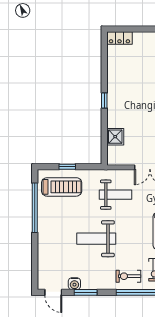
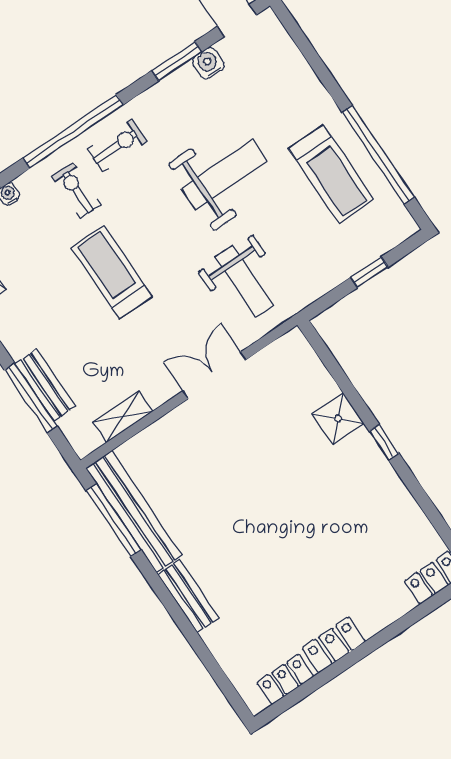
shower: (115, 137) -> (338, 419), moved
treadmill: (62, 187) -> (331, 174), moved, turned -90
weight bench: (115, 195) -> (244, 281), turned -90

